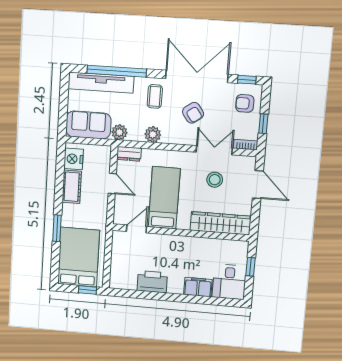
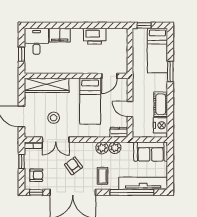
plant: (119, 132) -> (115, 148), moved
bed: (79, 257) -> (157, 51), width x0.67

